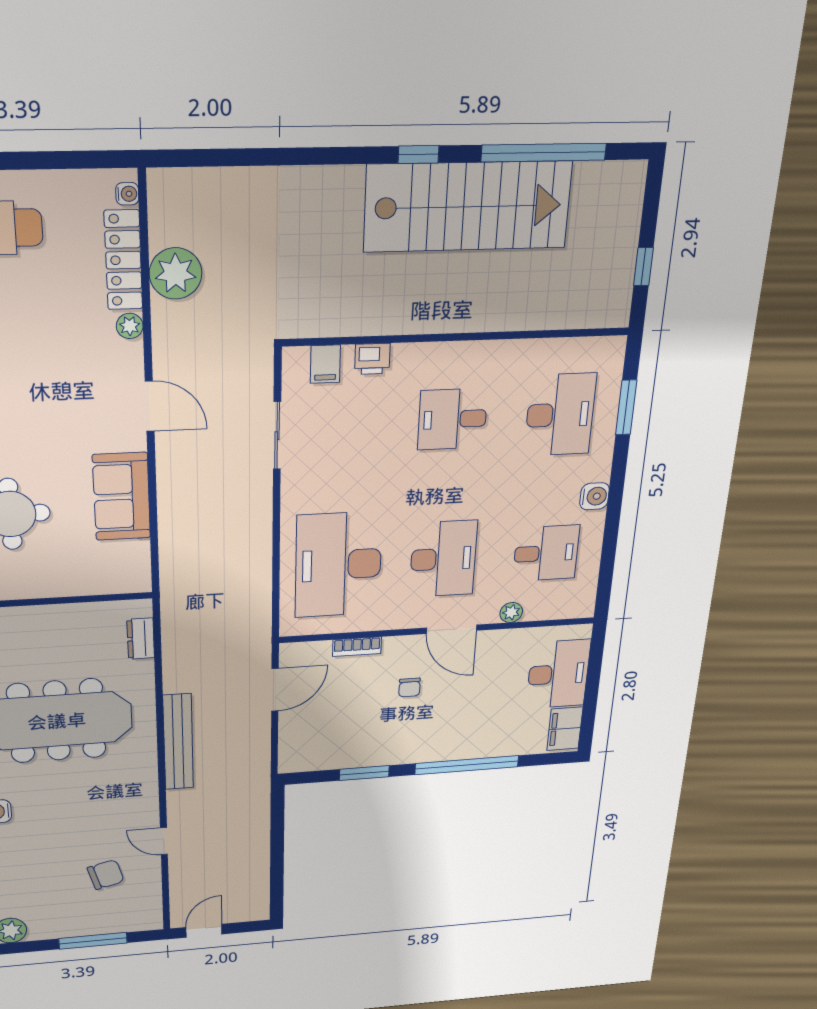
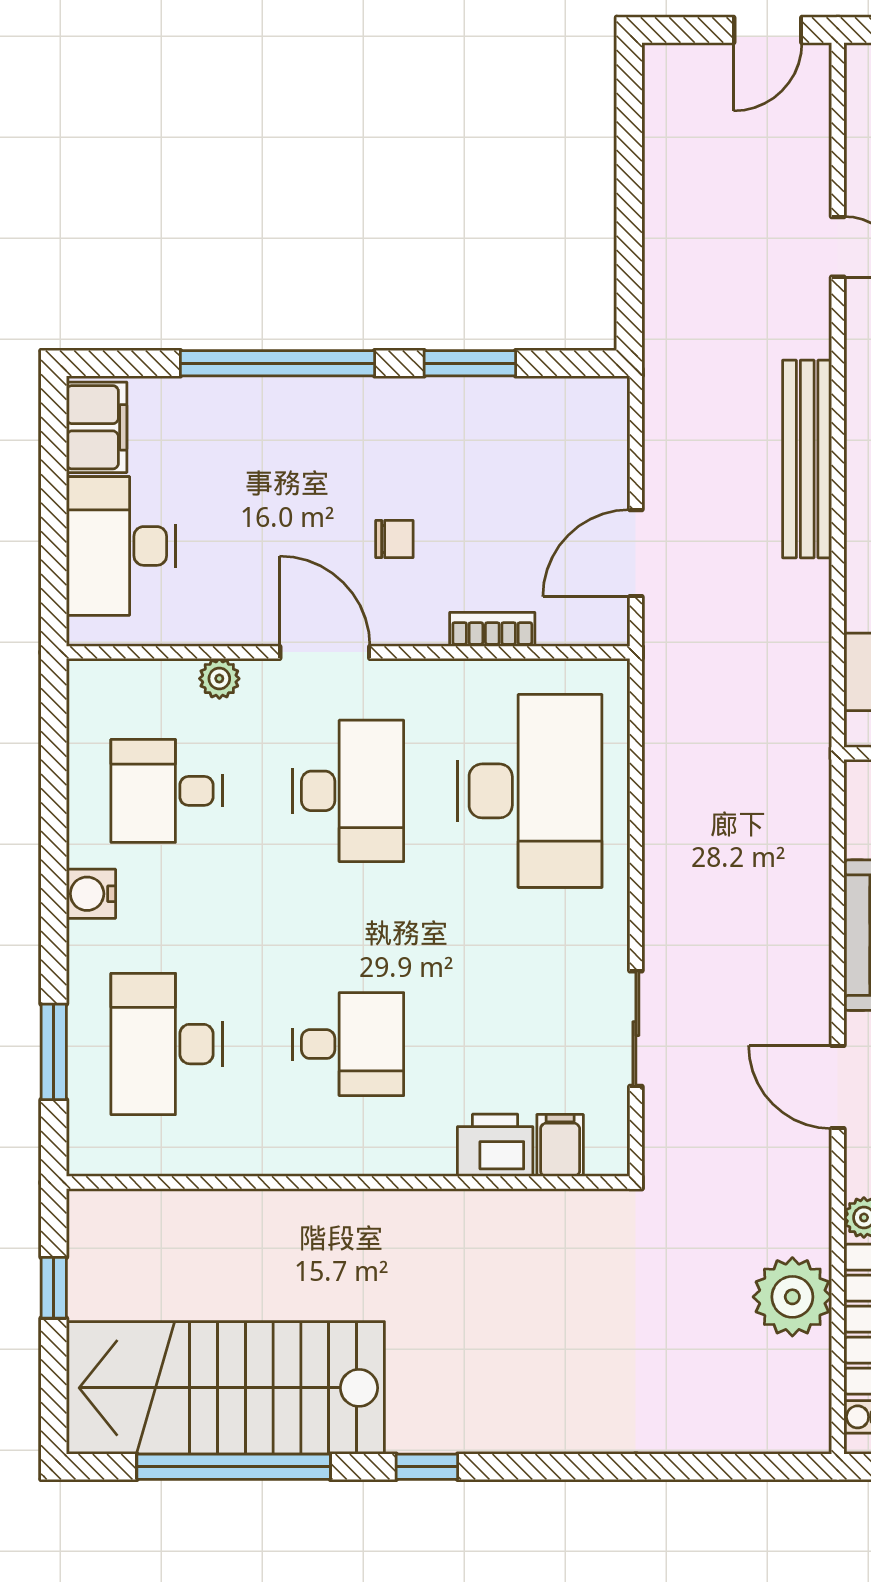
stairs: (468, 207) -> (225, 1388), moved
printer: (372, 359) -> (495, 1145), width x1.36, depth x1.24
desk: (443, 559) -> (348, 791), turned 180
chair: (410, 687) -> (394, 539), turned 90

